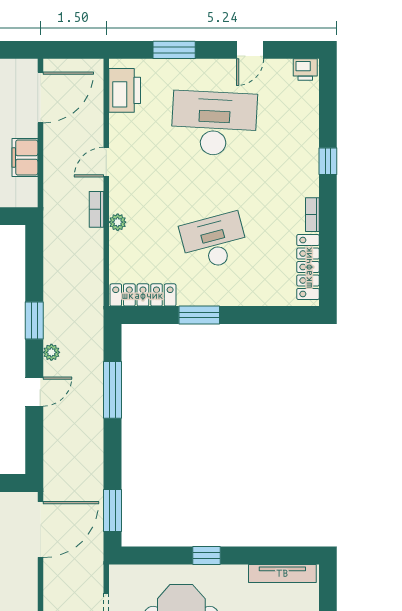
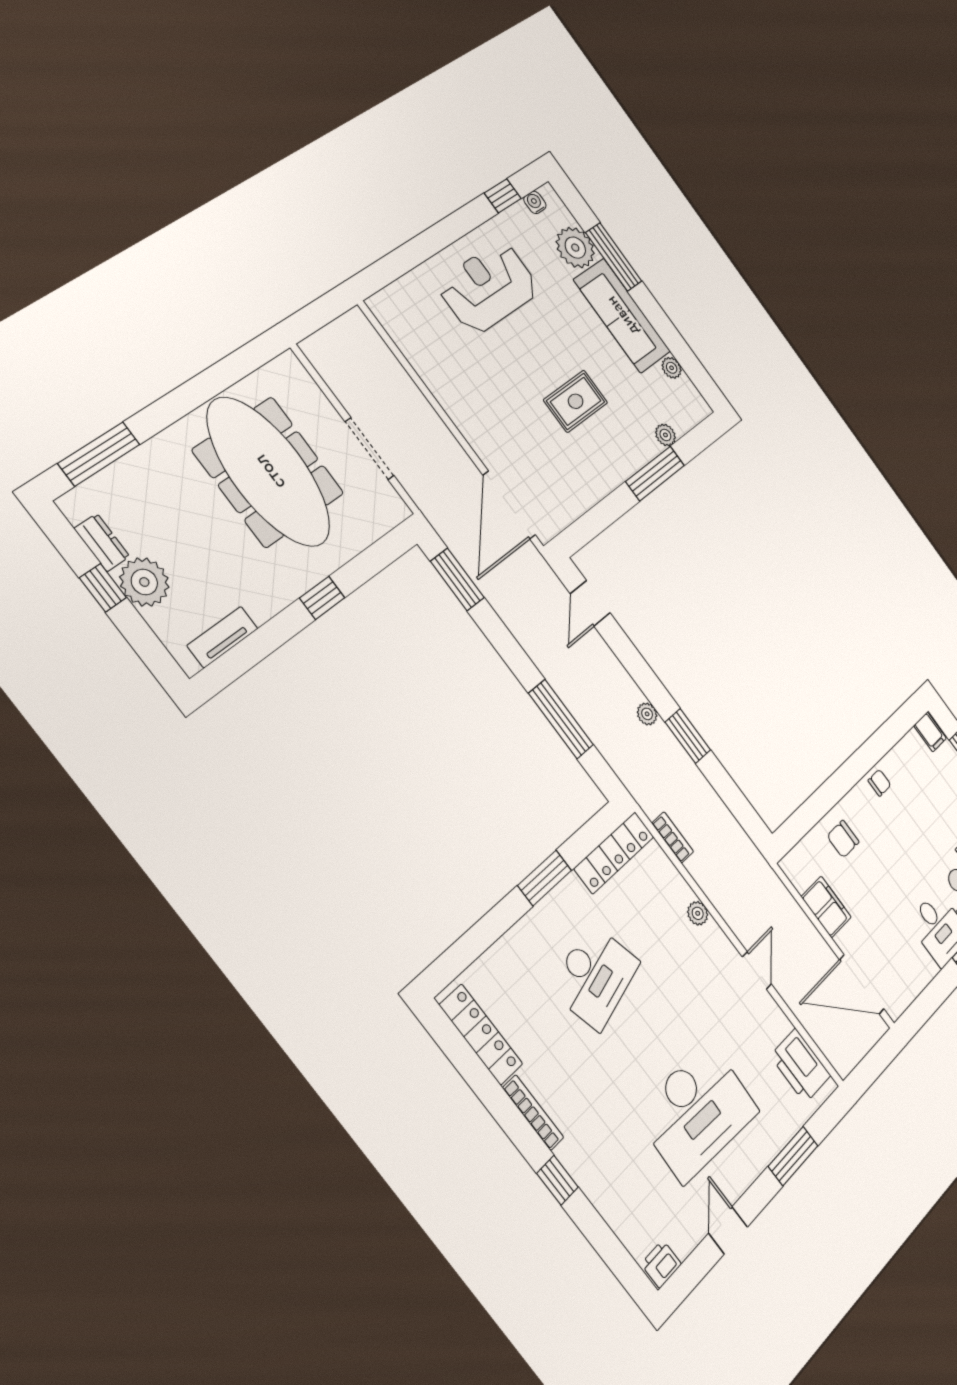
door: (40, 97) -> (862, 984), hinge flipped
bookcase: (97, 209) -> (673, 837), moved
bookcase: (312, 215) -> (533, 1113), width x1.56
door: (34, 392) -> (590, 603), moved
tv unit: (282, 573) -> (223, 637), width x0.71

